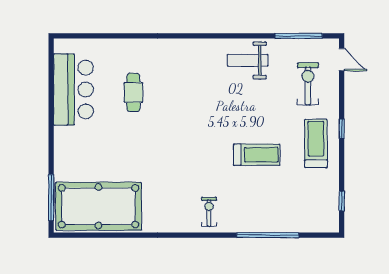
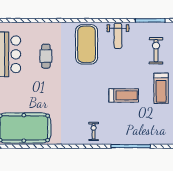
weight bench: (248, 60) -> (118, 36), turned -90
exercise mat: (198, 74) -> (87, 44), added
treadmill: (316, 143) -> (161, 88), turned 180

